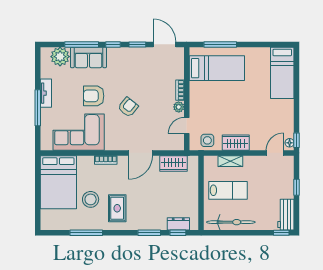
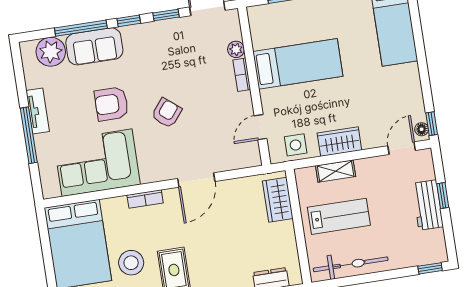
bed: (217, 68) -> (298, 64), moved
plant: (179, 107) -> (236, 49), moved
wardrobe: (174, 163) -> (278, 200), moved, turned 90
workbench: (286, 215) -> (428, 205), moved

